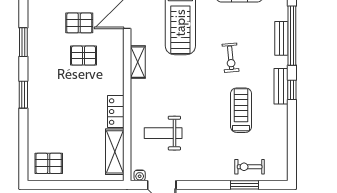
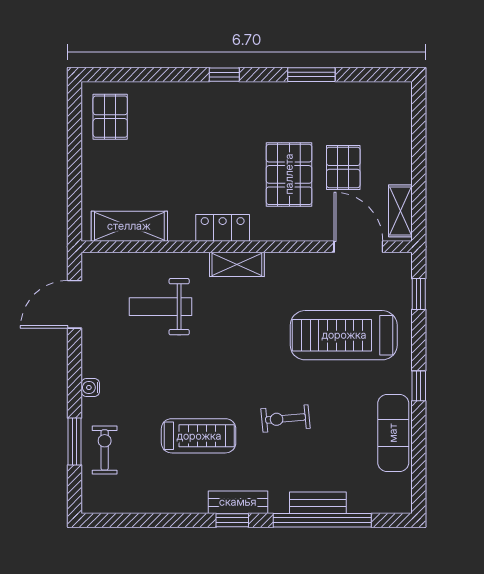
pallet: (83, 56) -> (289, 174), width x1.50, depth x1.42
shelving: (138, 62) -> (237, 264), moved
window: (23, 95) -> (224, 75), width x0.67
locker: (116, 112) -> (223, 228), moved
weight bench: (163, 133) -> (161, 307), turned -90
water cooler: (140, 175) -> (90, 388), moved

